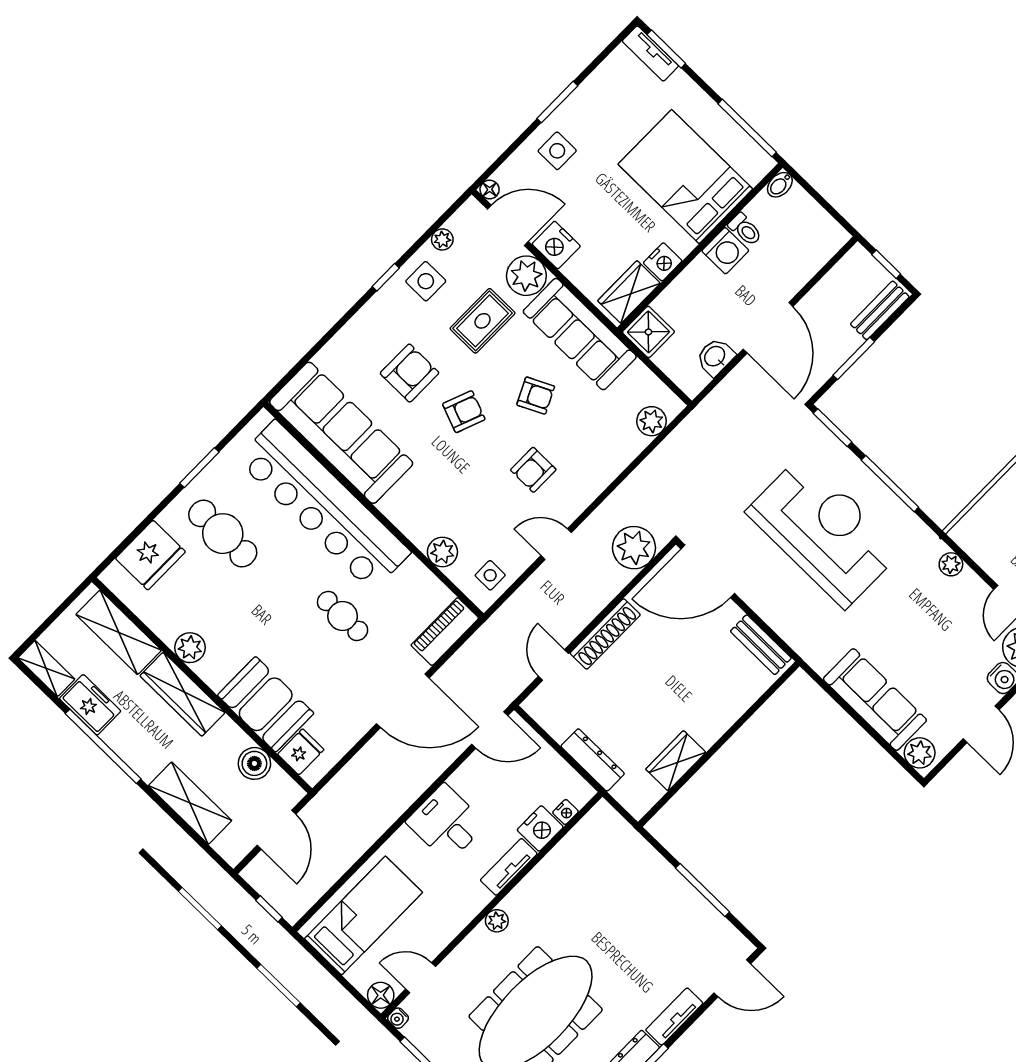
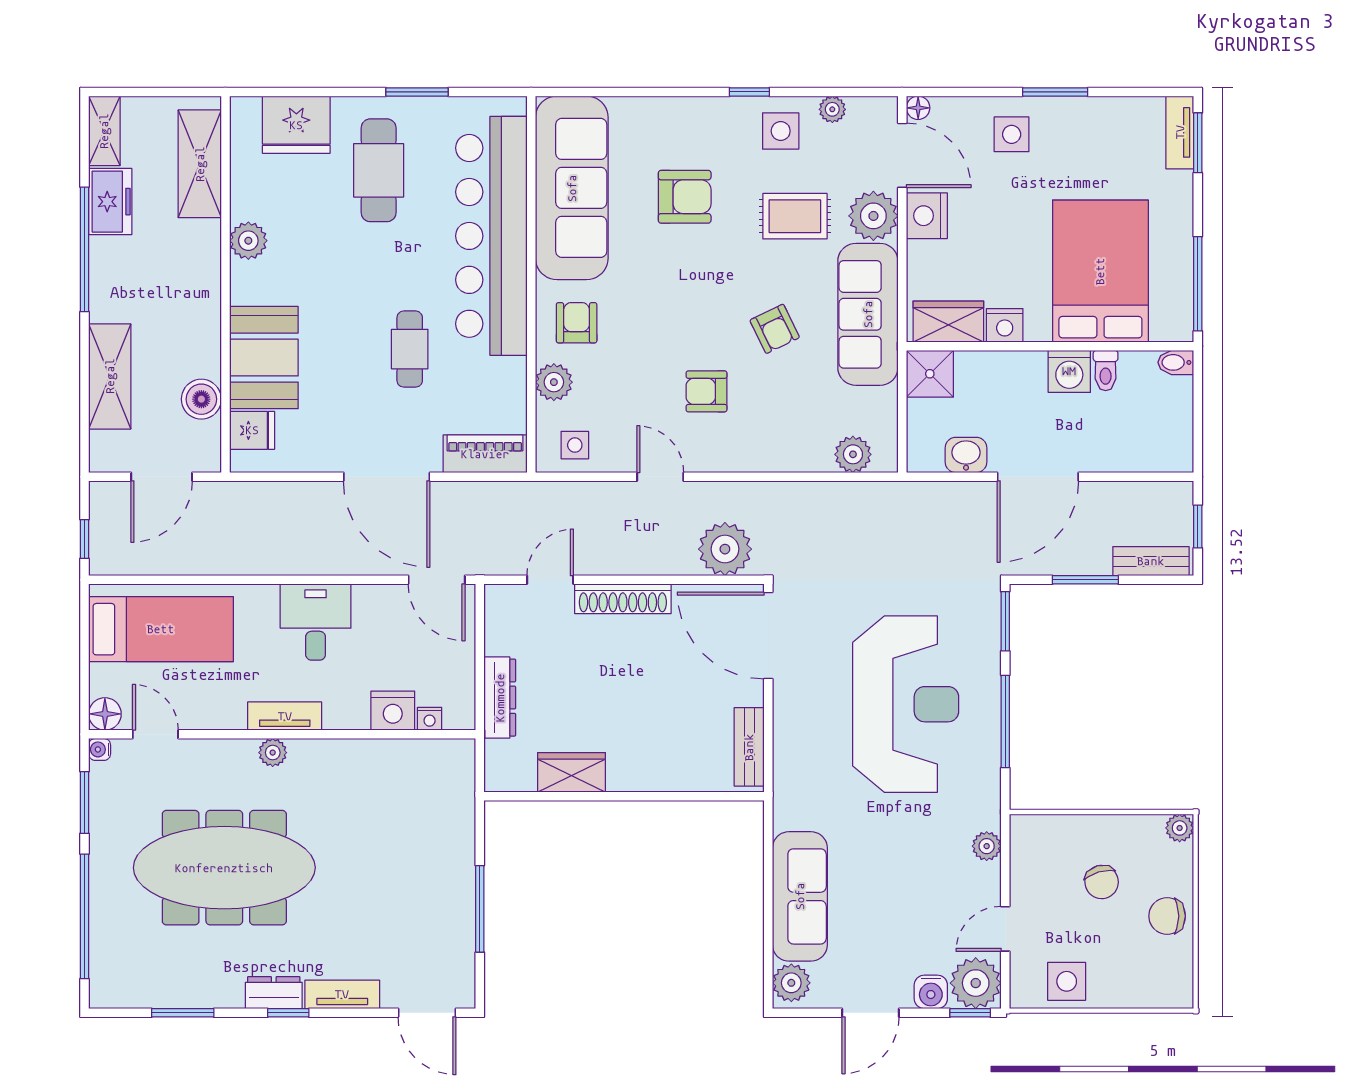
armchair: (464, 412) -> (577, 323), moved, turned -111
wardrobe: (183, 694) -> (200, 275), removed
tv unit: (509, 867) -> (285, 716), moved

